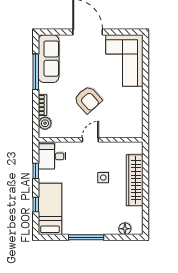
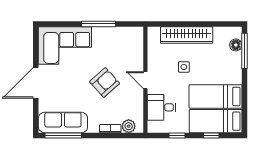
window: (36, 72) -> (63, 136), moved
window: (146, 94) -> (99, 24), added
desk: (52, 156) -> (161, 107), moved, turned 90
bed: (74, 209) -> (216, 96), added
window: (86, 237) -> (245, 51), moved

